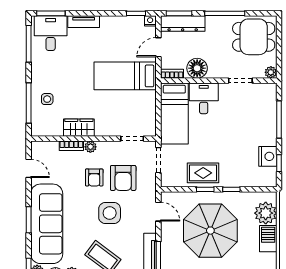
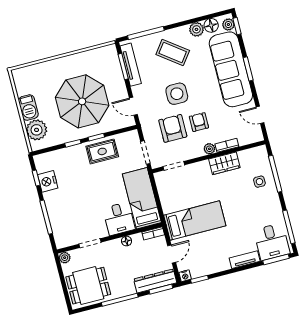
floor lamp: (197, 68) -> (126, 241), width x0.53, depth x0.53

